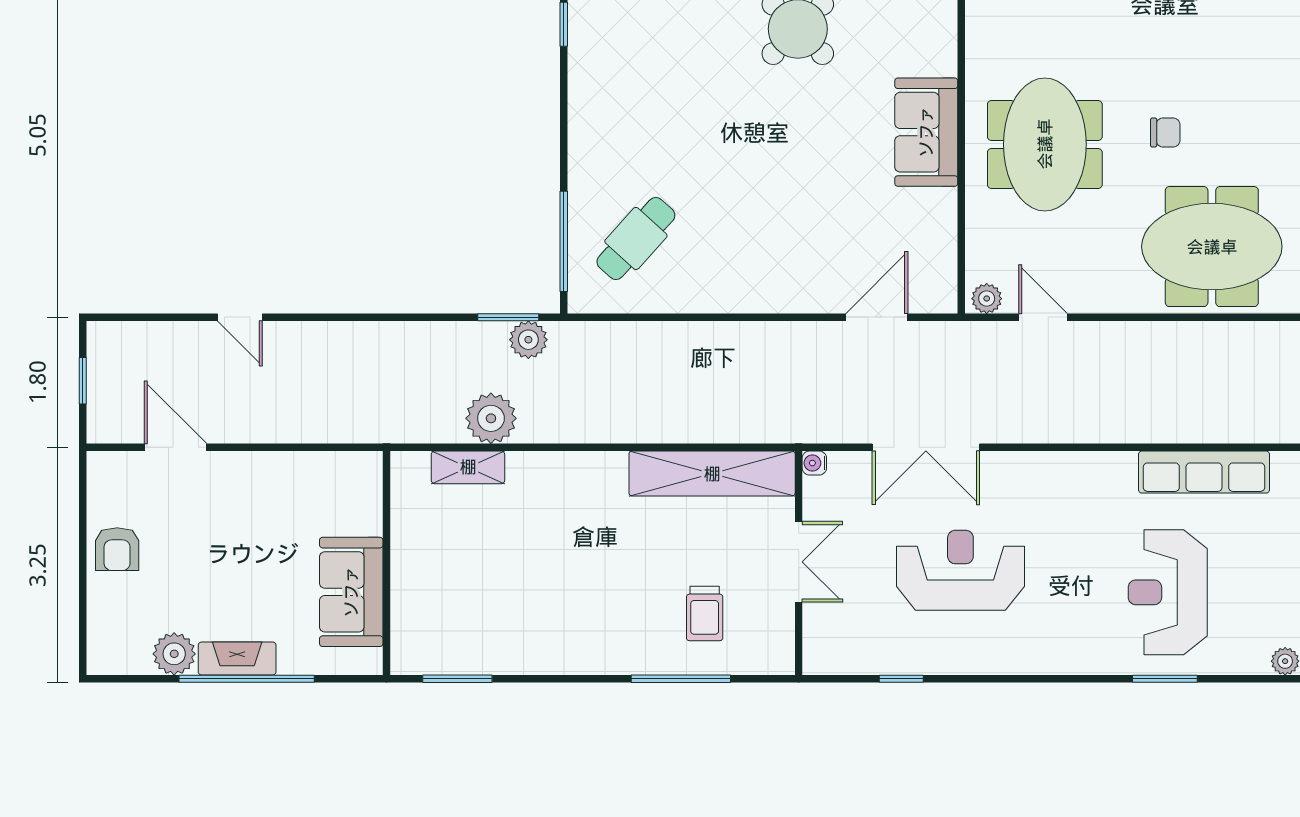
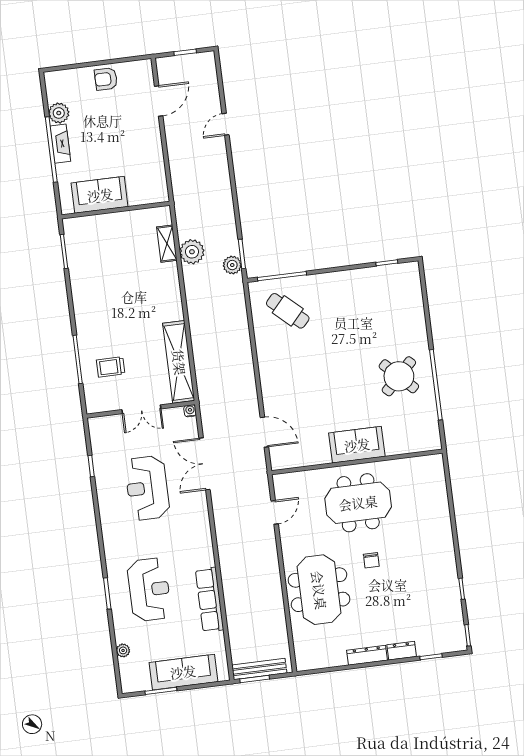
plant: (987, 299) -> (280, 484), removed
reception desk: (960, 570) -> (147, 488), turned 180
reception desk: (1168, 592) -> (149, 590), turned 90

